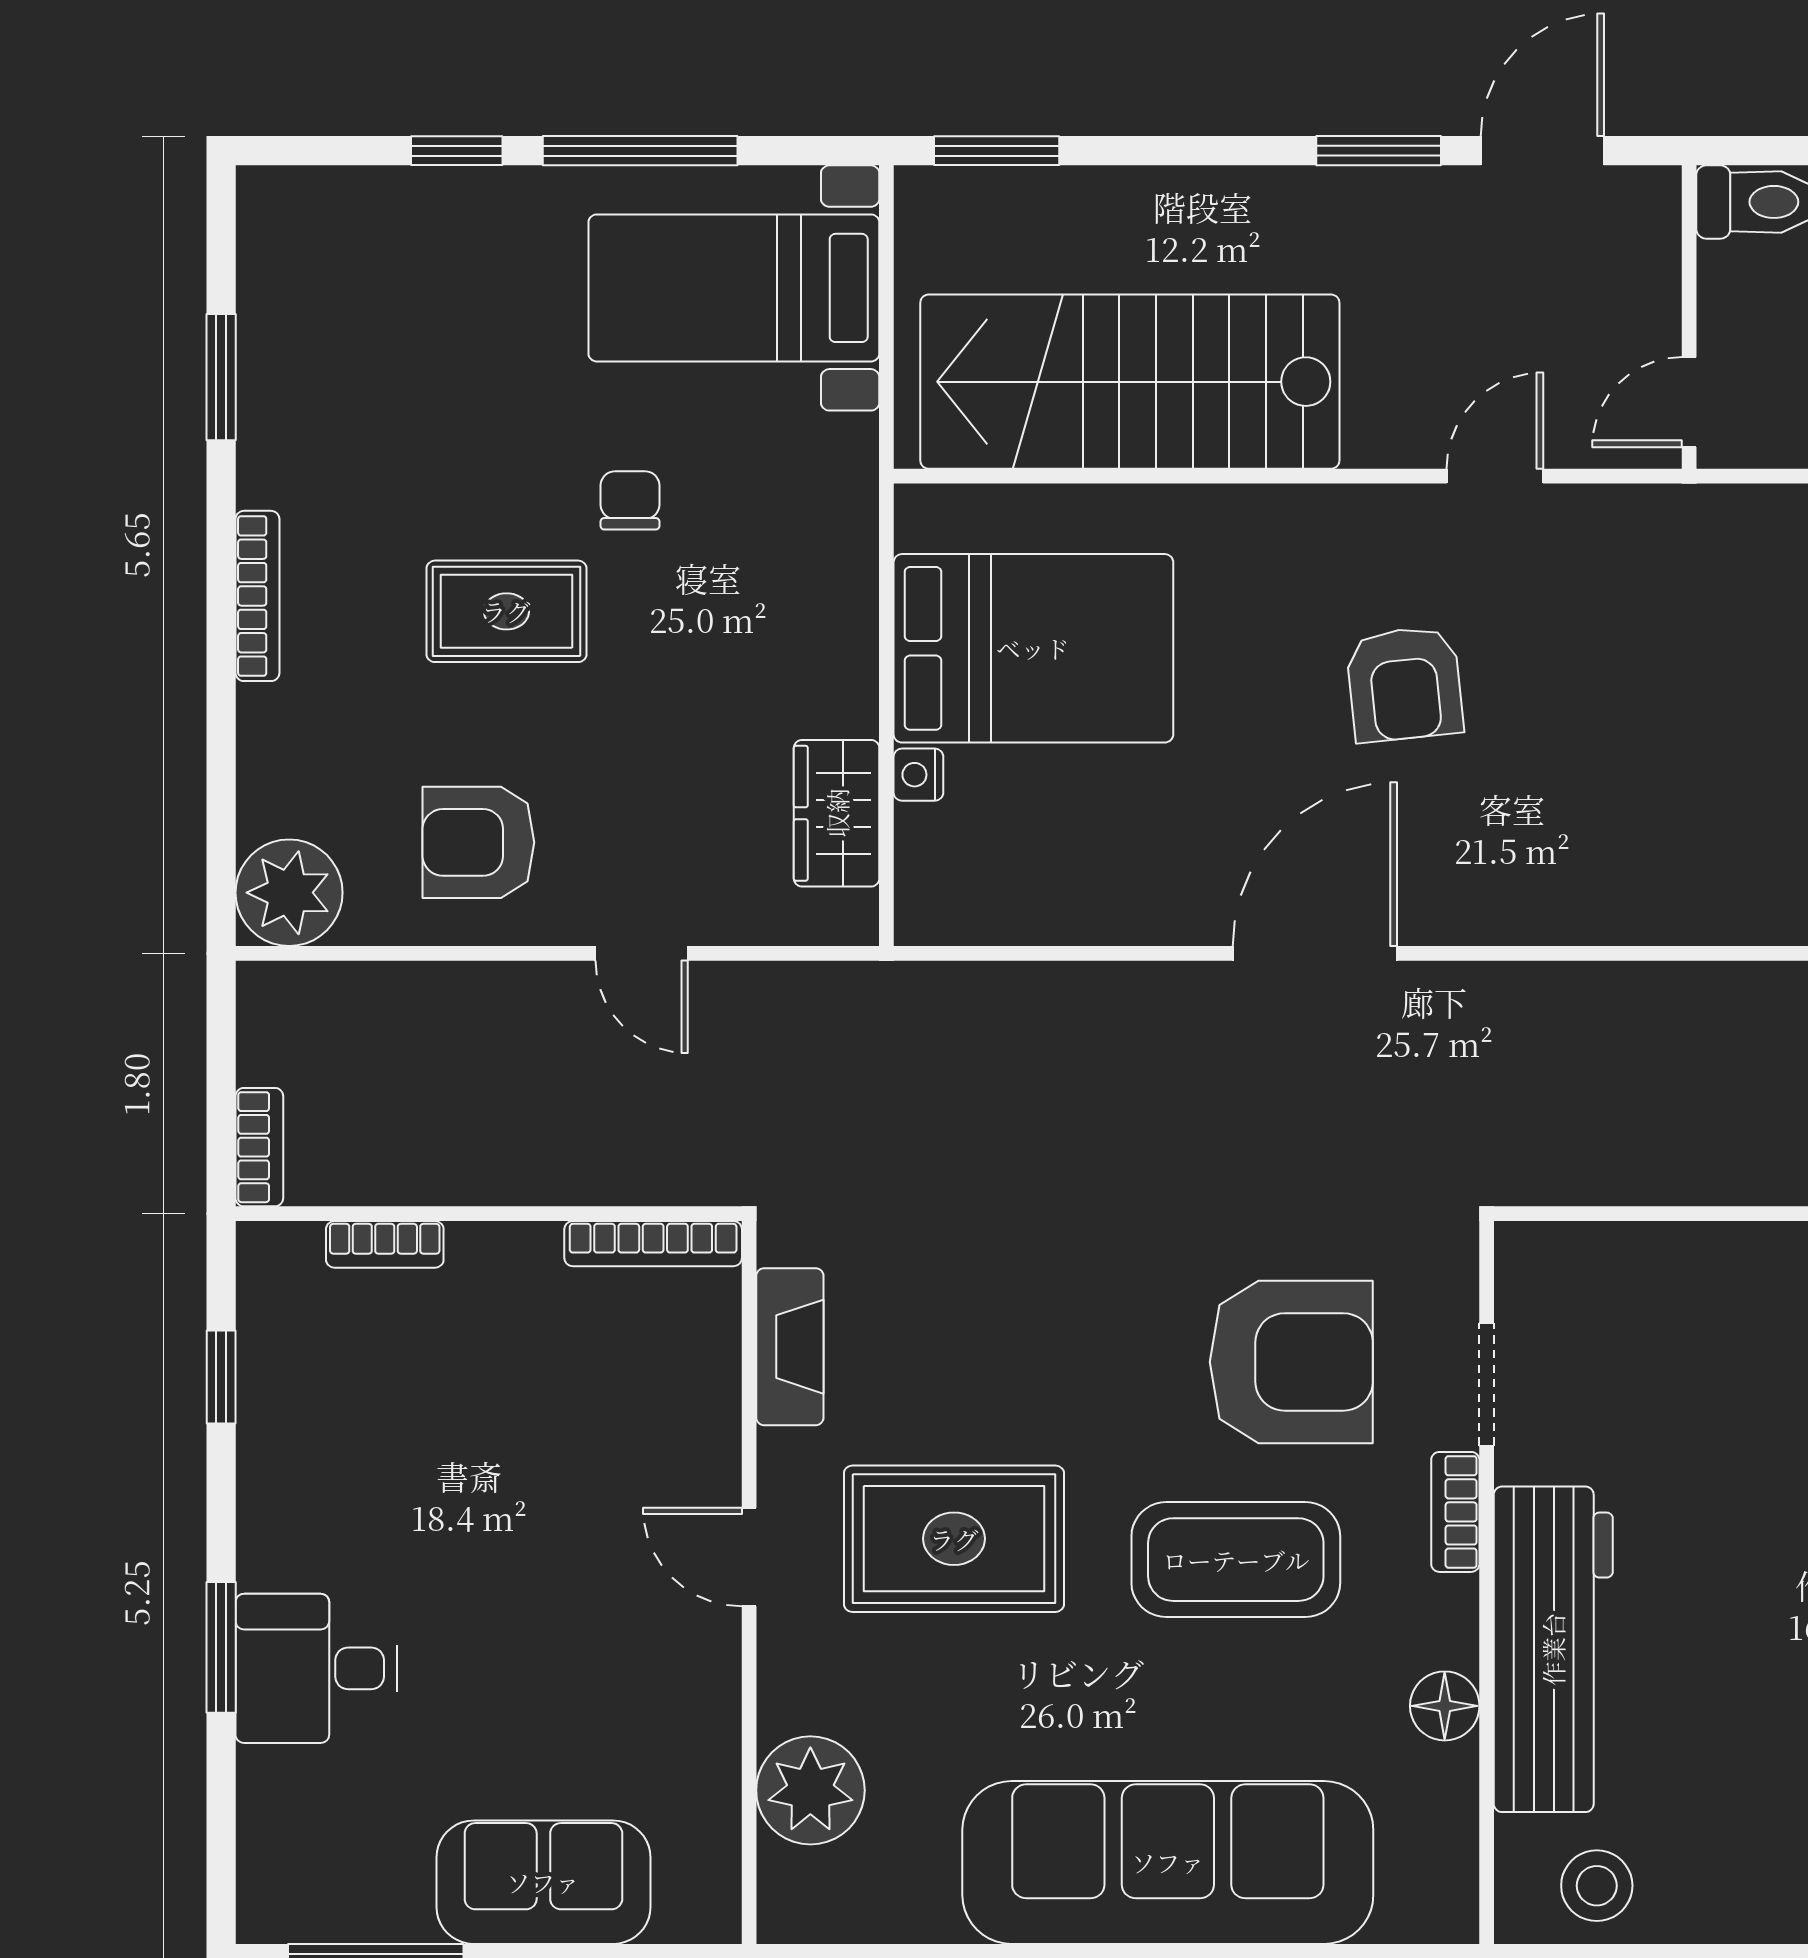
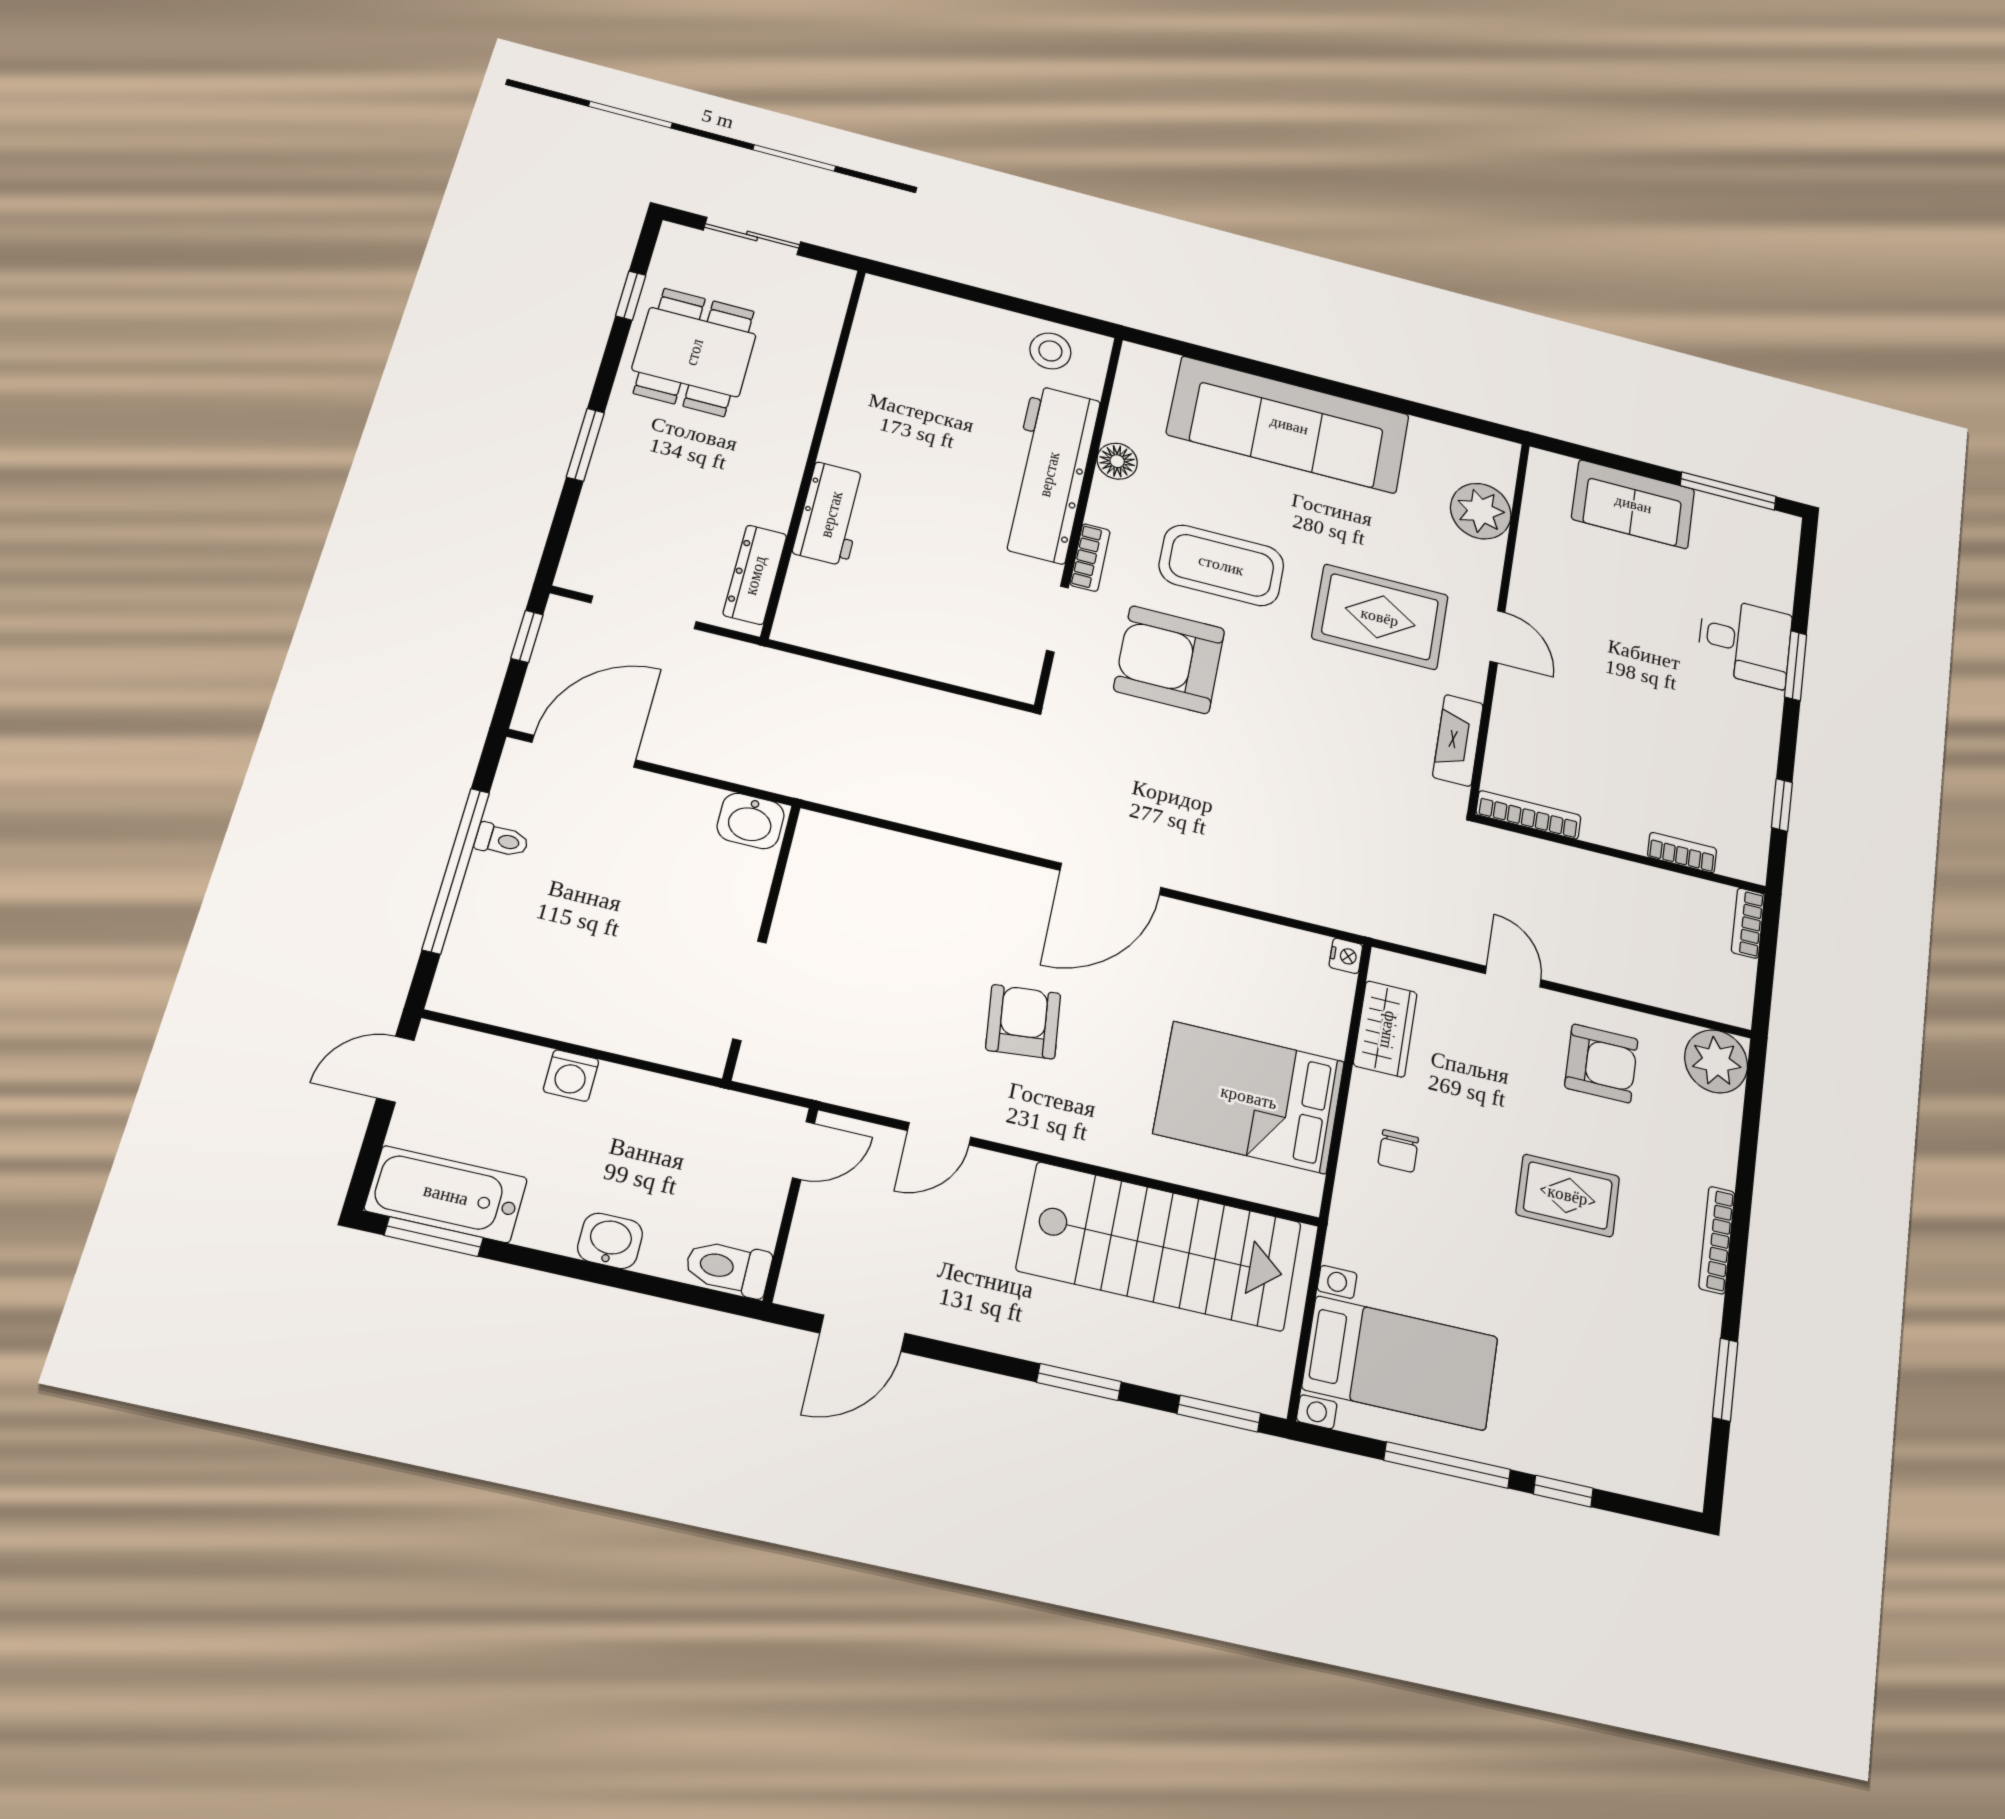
window: (1379, 151) -> (1079, 1382), moved
chair: (630, 500) -> (1398, 1151), moved
nightstand: (918, 775) -> (1346, 956), moved

